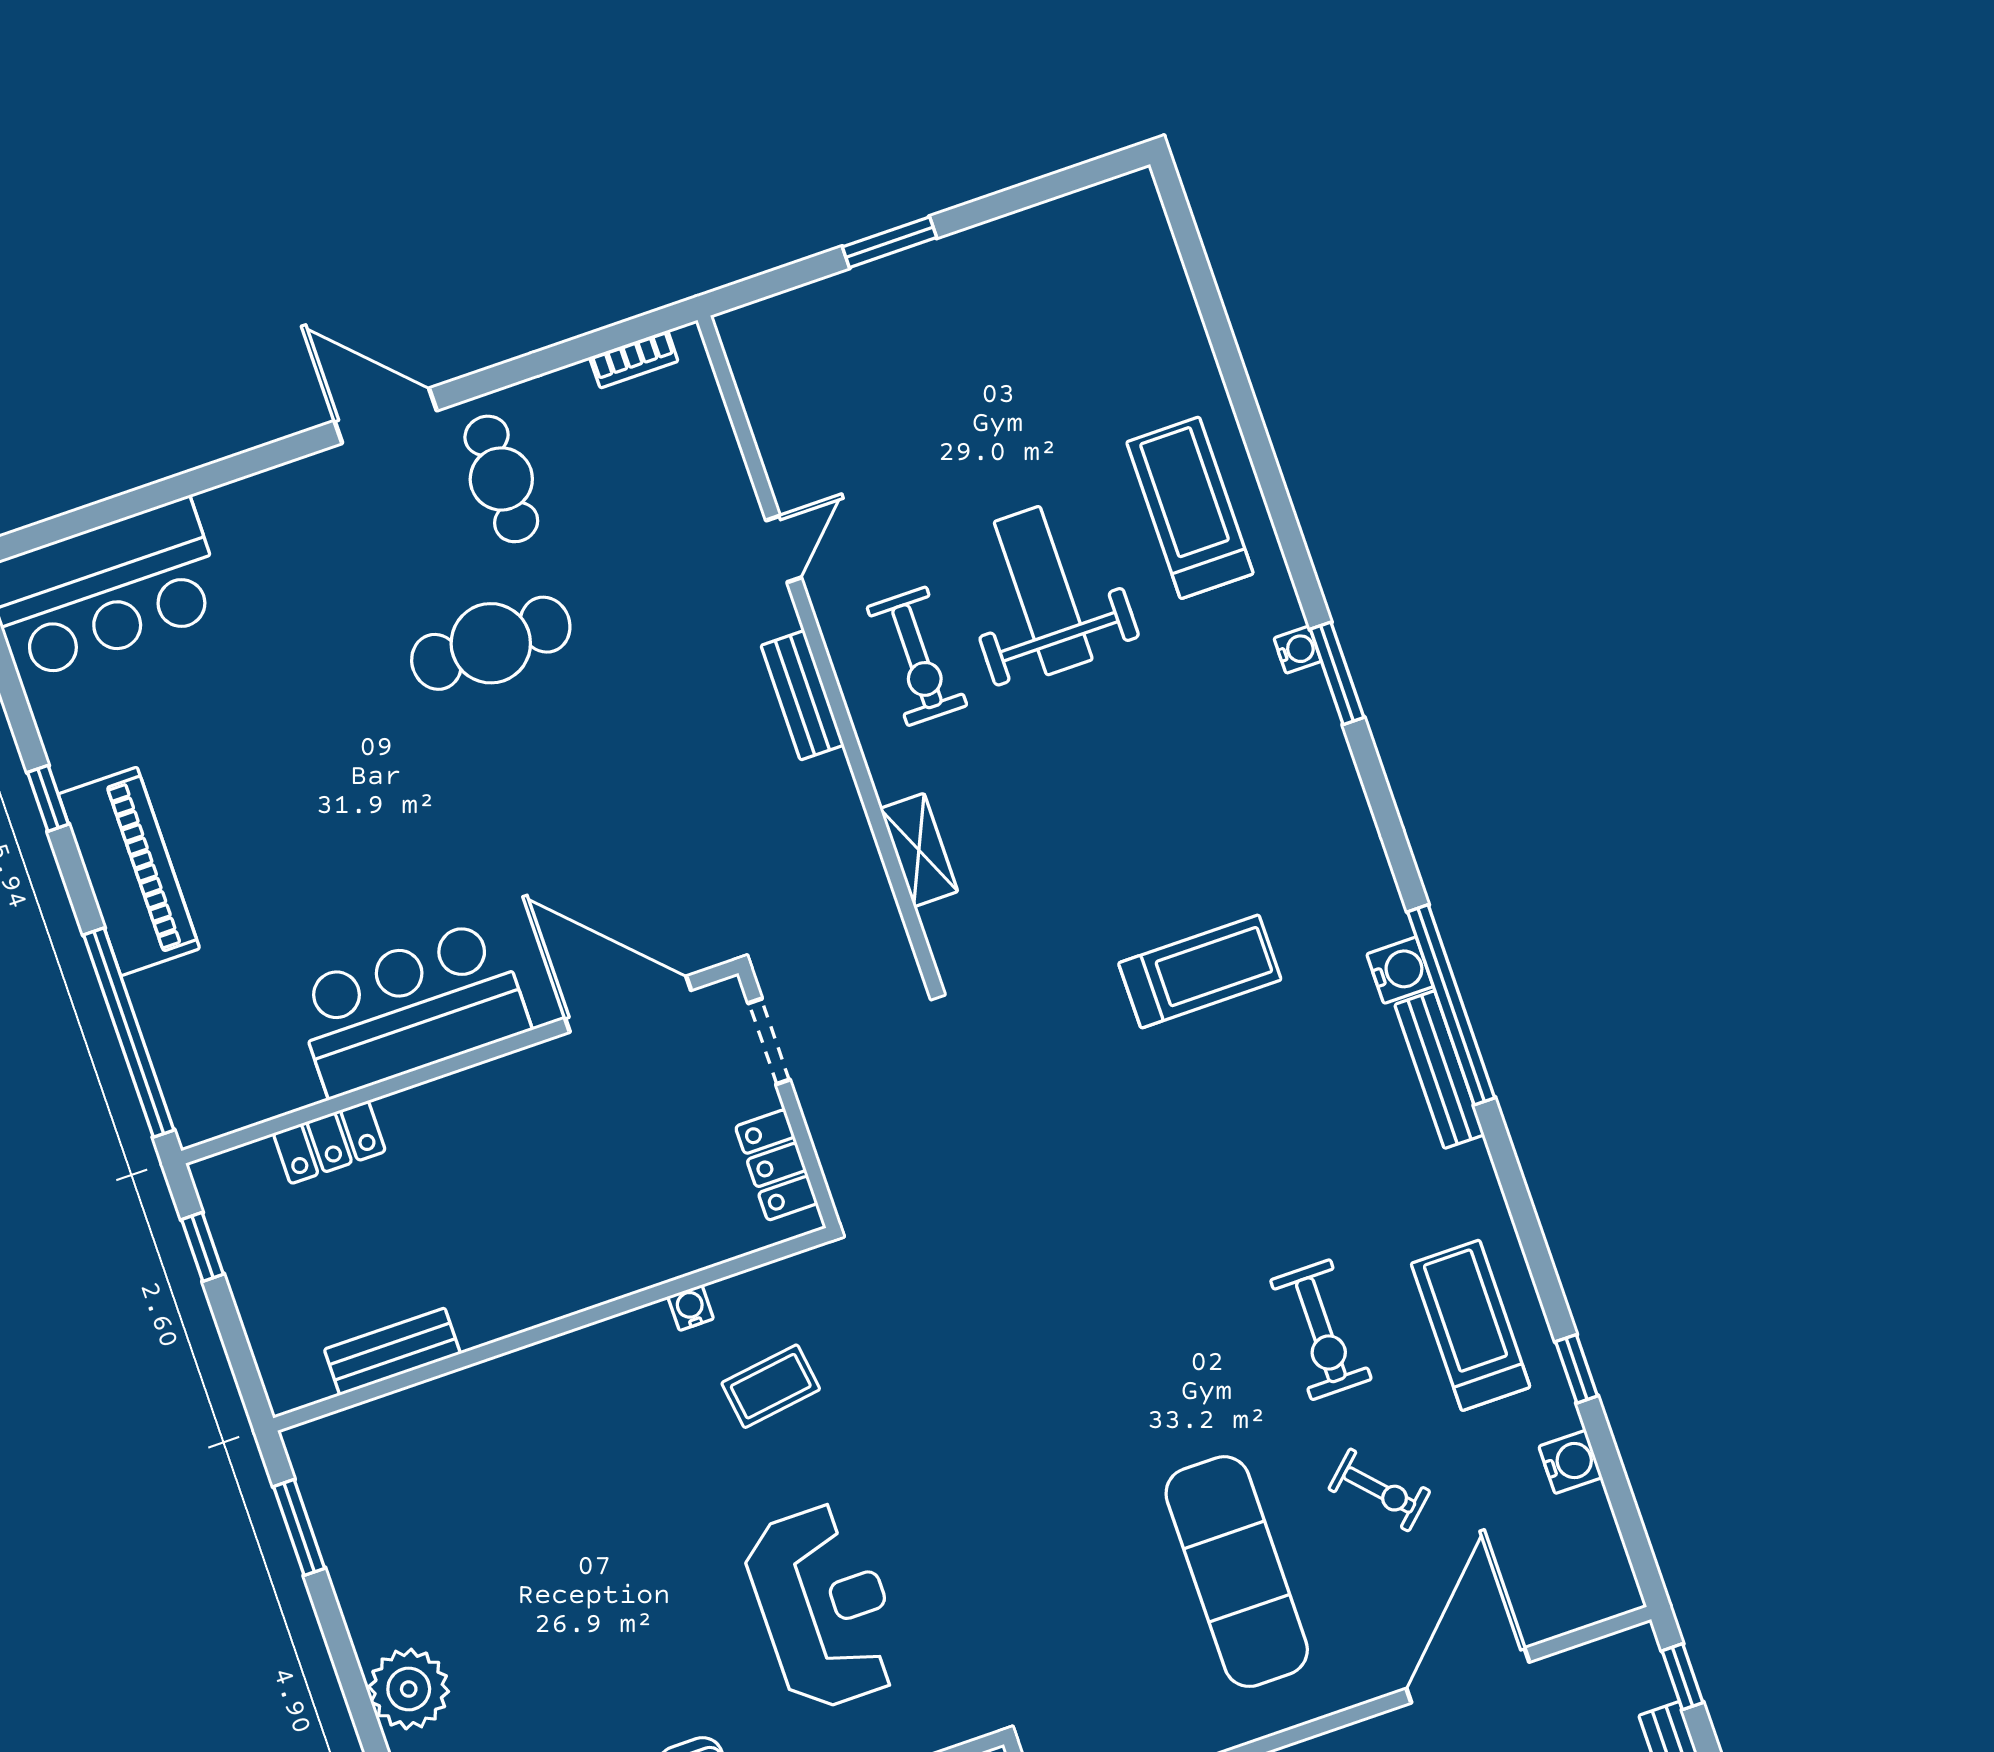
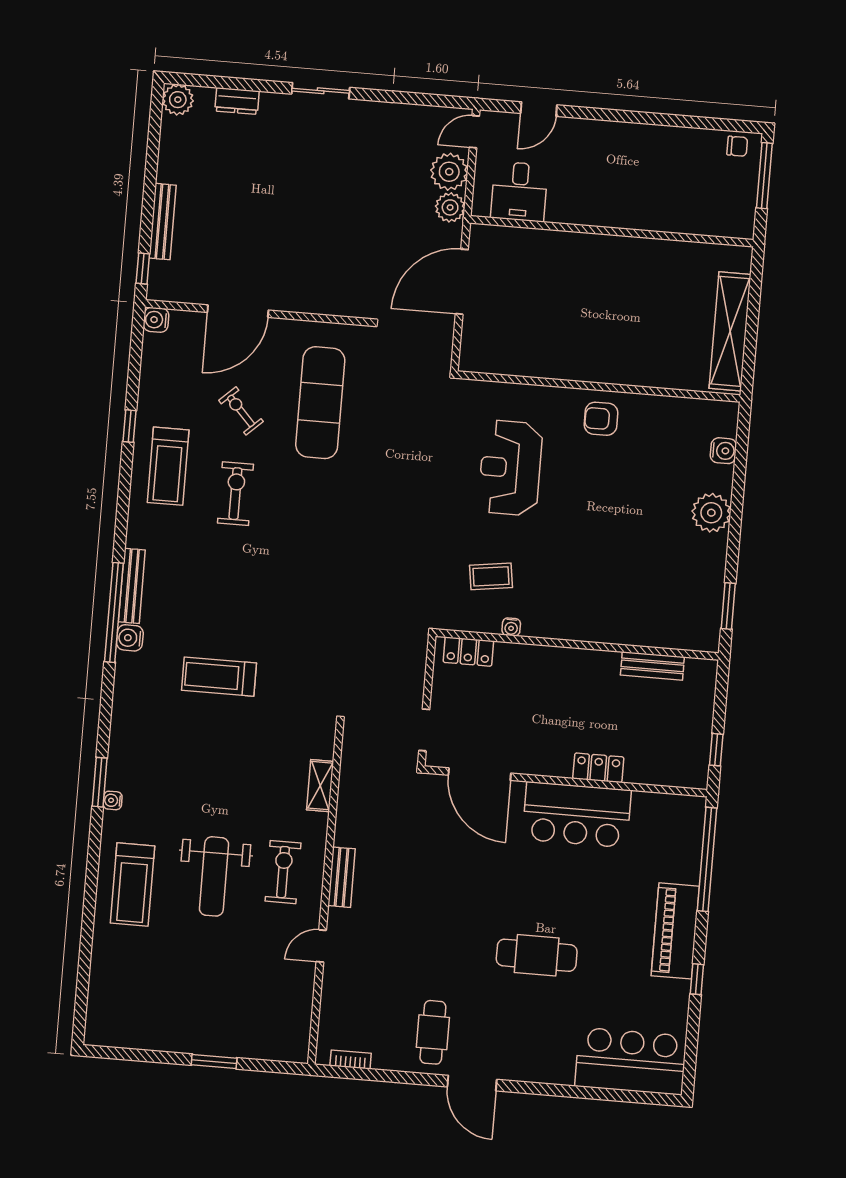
cafe table: (491, 643) -> (537, 955), moved
locker: (329, 1142) -> (598, 768), moved
locker: (776, 1165) -> (468, 652), moved, turned 90
water cooler: (1571, 1462) -> (156, 320), moved

